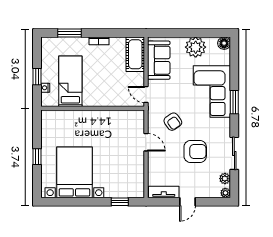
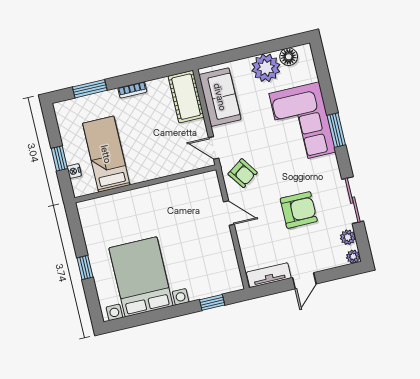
floor lamp: (224, 43) -> (289, 57), moved
armchair: (173, 122) -> (243, 173), moved

